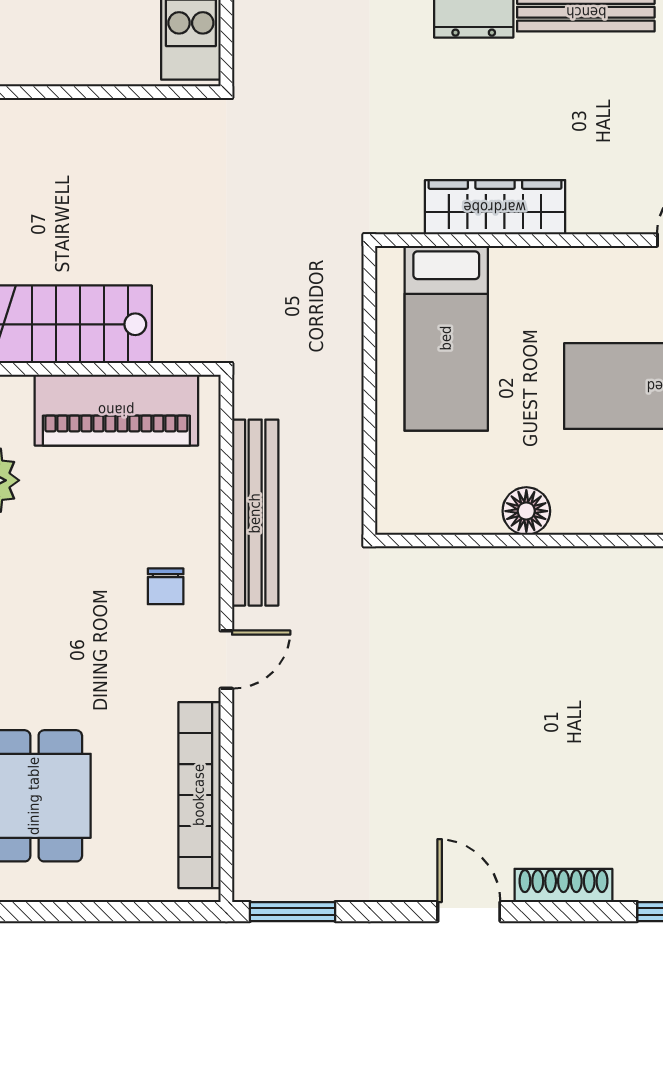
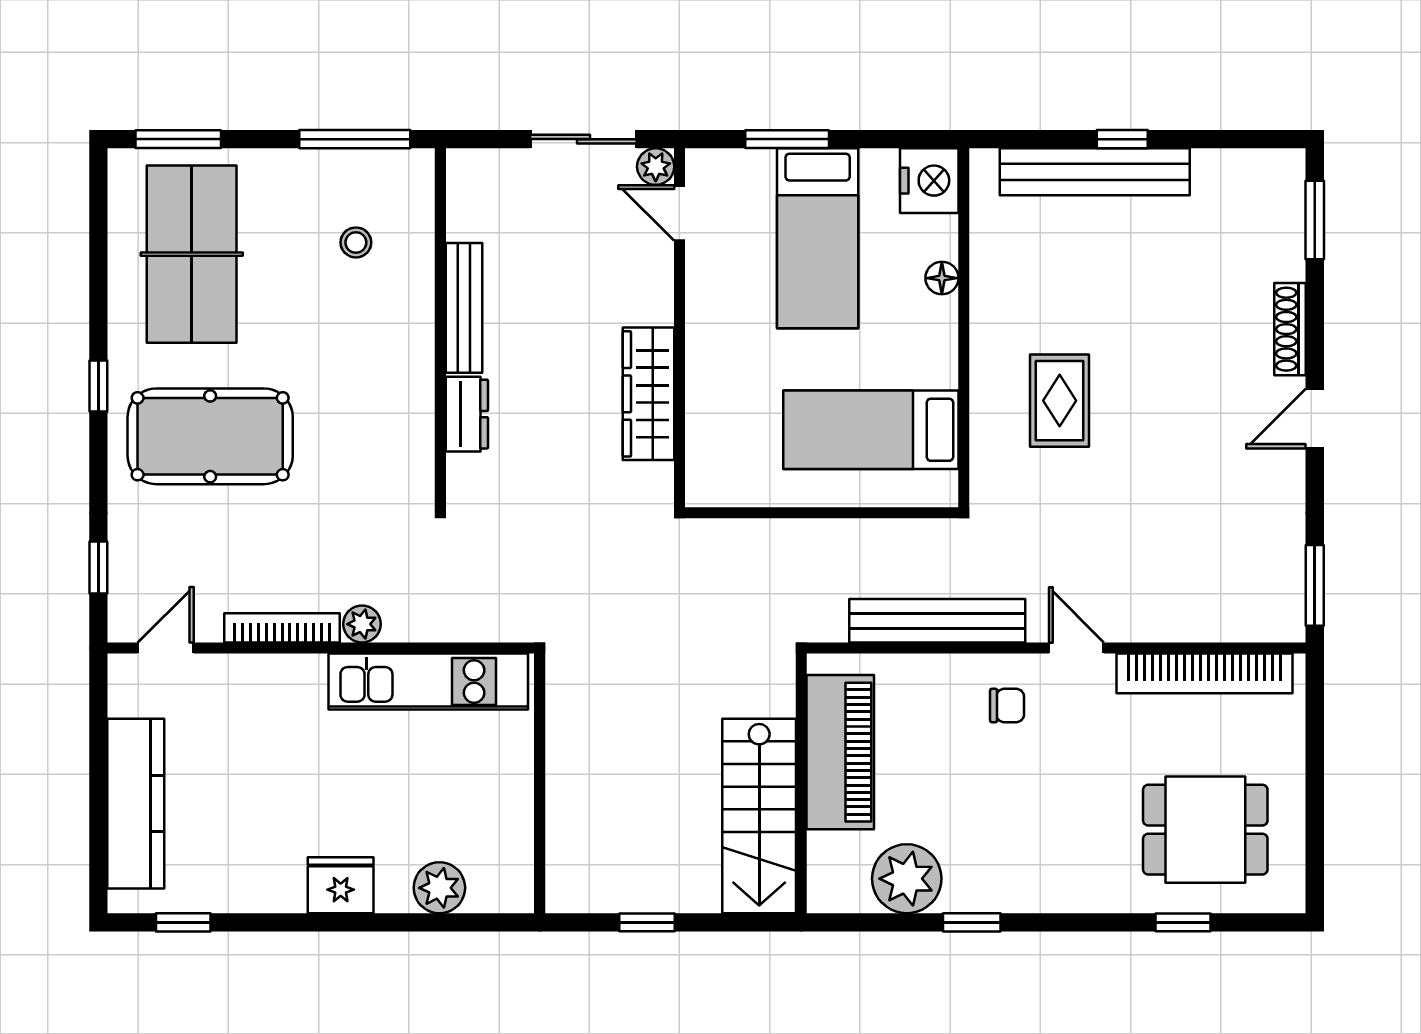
bed: (446, 338) -> (871, 430), moved, turned 180
floor lamp: (526, 511) -> (942, 278), moved, width x0.73, depth x0.73
rug: (488, 642) -> (1060, 401), added

